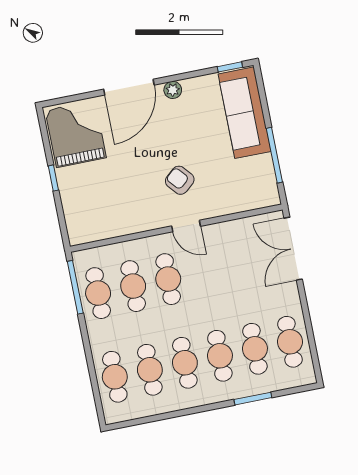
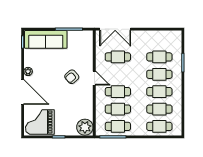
door: (186, 226) -> (94, 78), hinge flipped
plant: (83, 227) -> (85, 127), added
cafe table: (290, 342) -> (118, 57), moved

